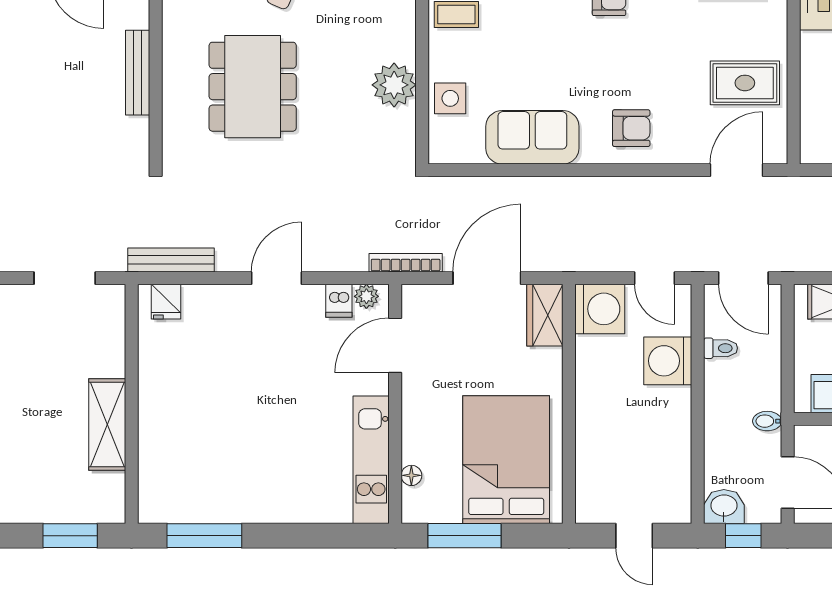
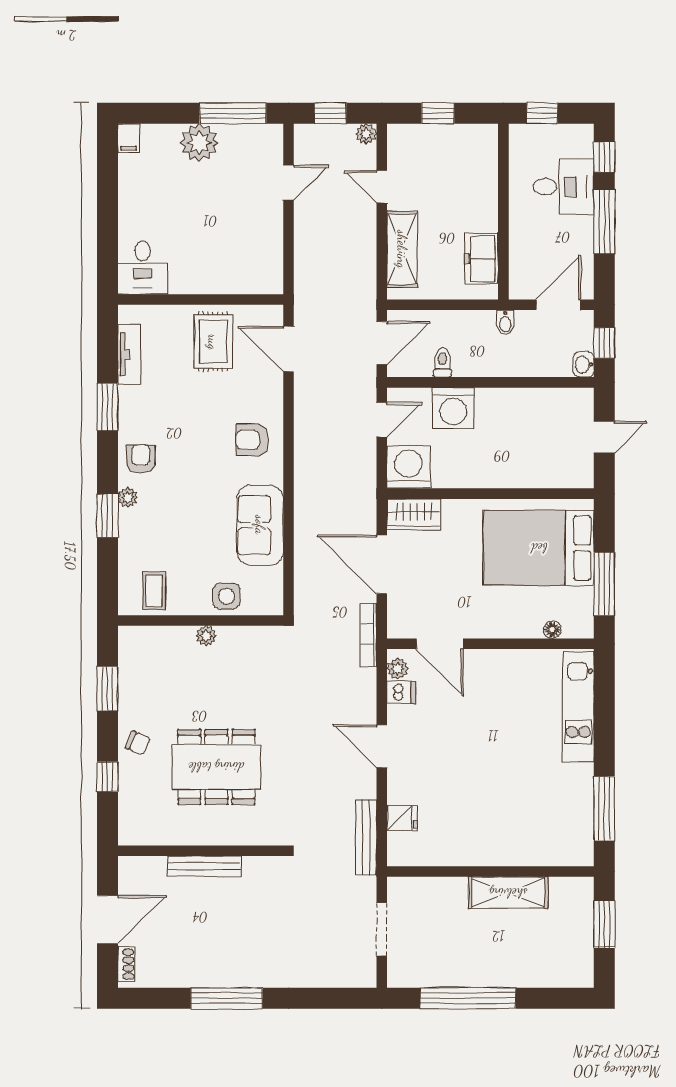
plant: (394, 85) -> (206, 636), width x0.53, depth x0.53
armchair: (631, 128) -> (252, 440), turned -90
fridge: (166, 302) -> (402, 818), moved
kitchen unit: (371, 460) -> (578, 707), moved, turned 90
washbasin: (724, 507) -> (584, 365), width x0.72, depth x0.69

